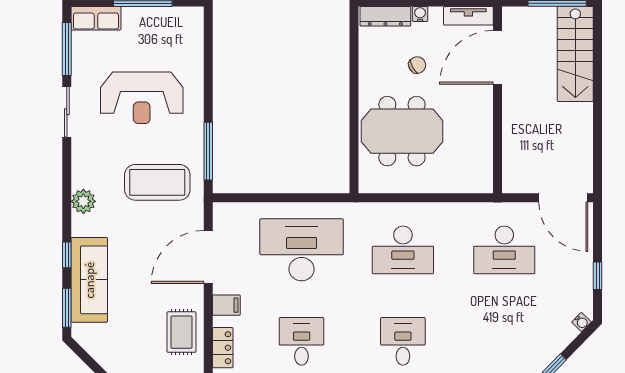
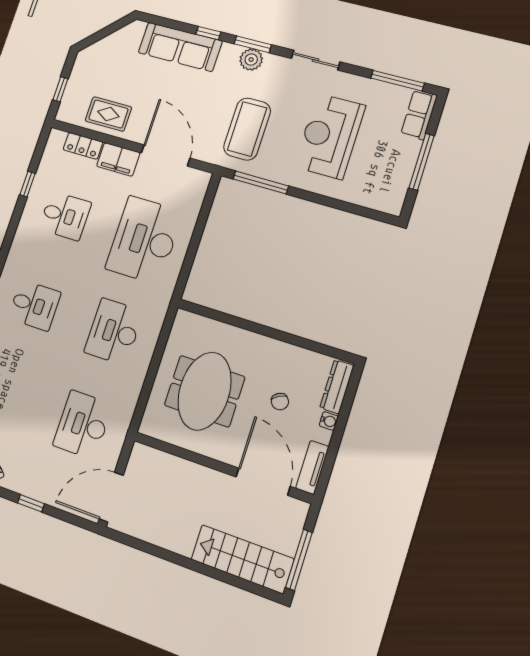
sliding door: (67, 112) -> (316, 60), moved
meeting table: (402, 131) -> (205, 391), moved
desk: (302, 250) -> (144, 240), turned 180
filing cabinet: (226, 305) -> (118, 159), width x2.00
window: (67, 308) -> (253, 44), moved

